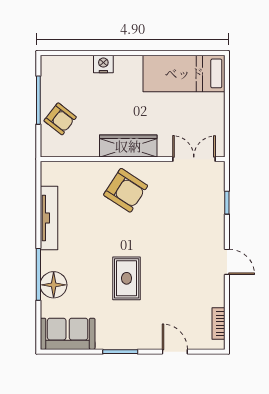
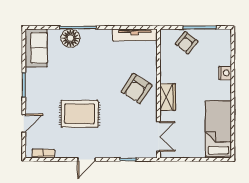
wardrobe: (128, 146) -> (168, 97), width x0.67
tv unit: (49, 218) -> (135, 35), moved
rug: (127, 278) -> (80, 114), moved, width x1.36, depth x1.43

